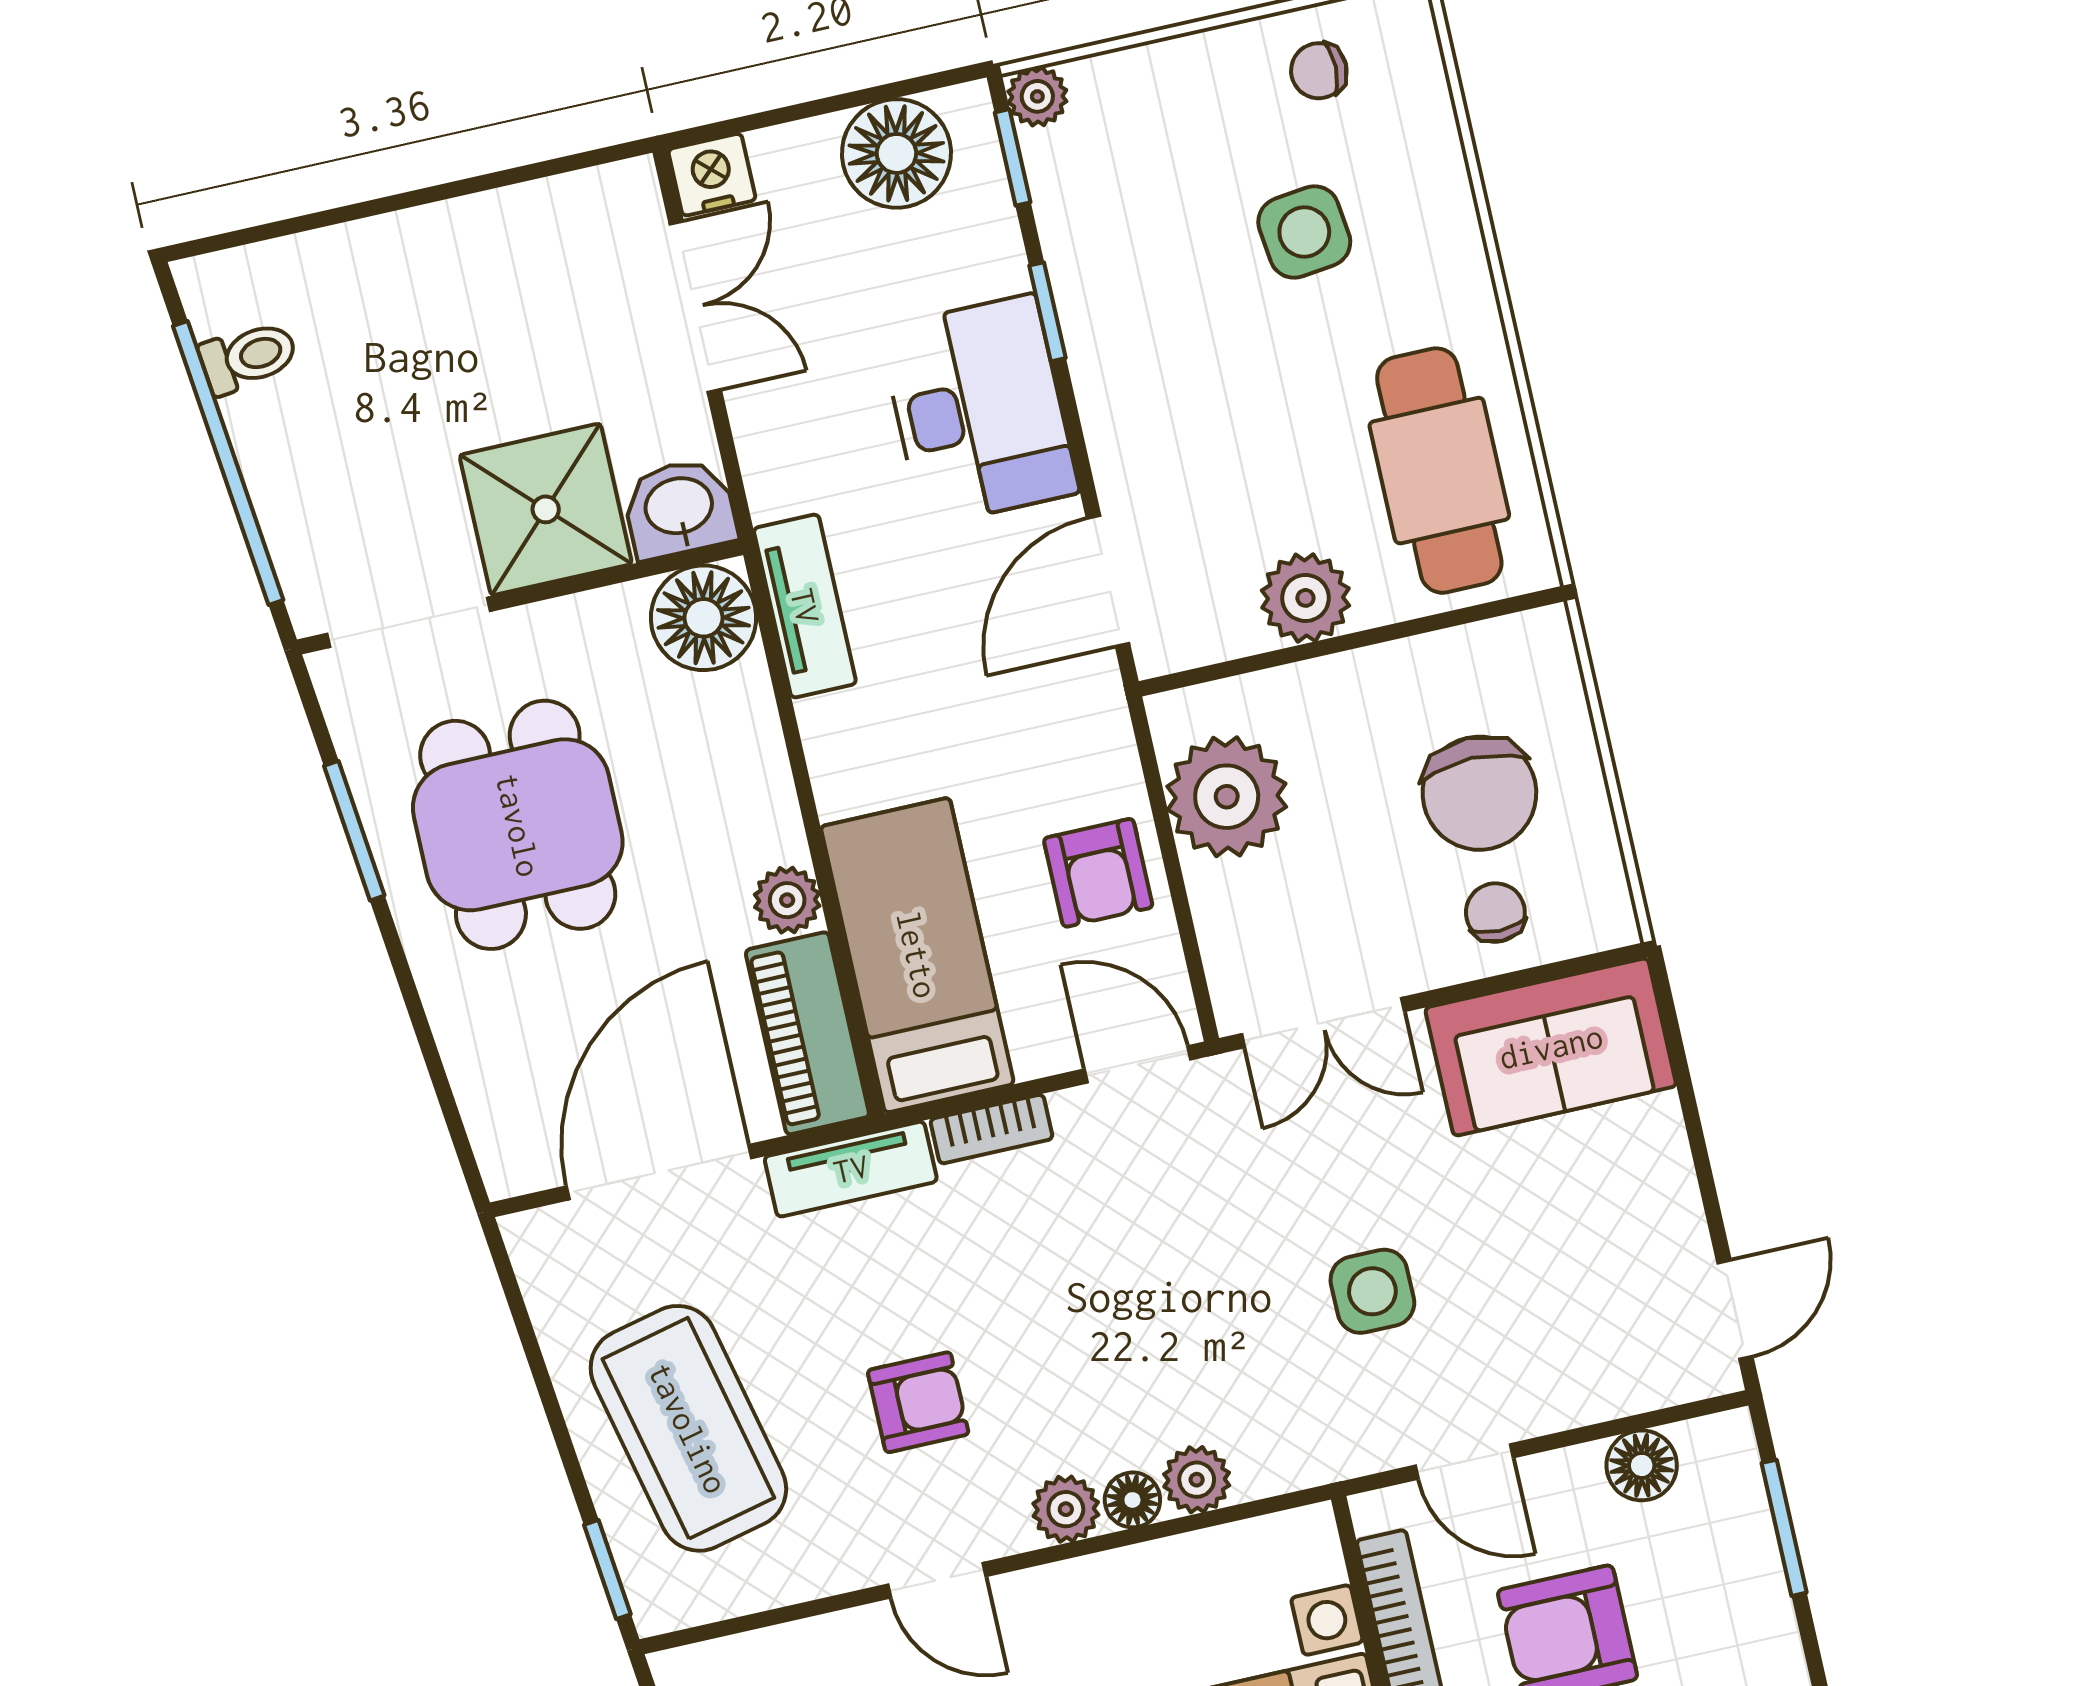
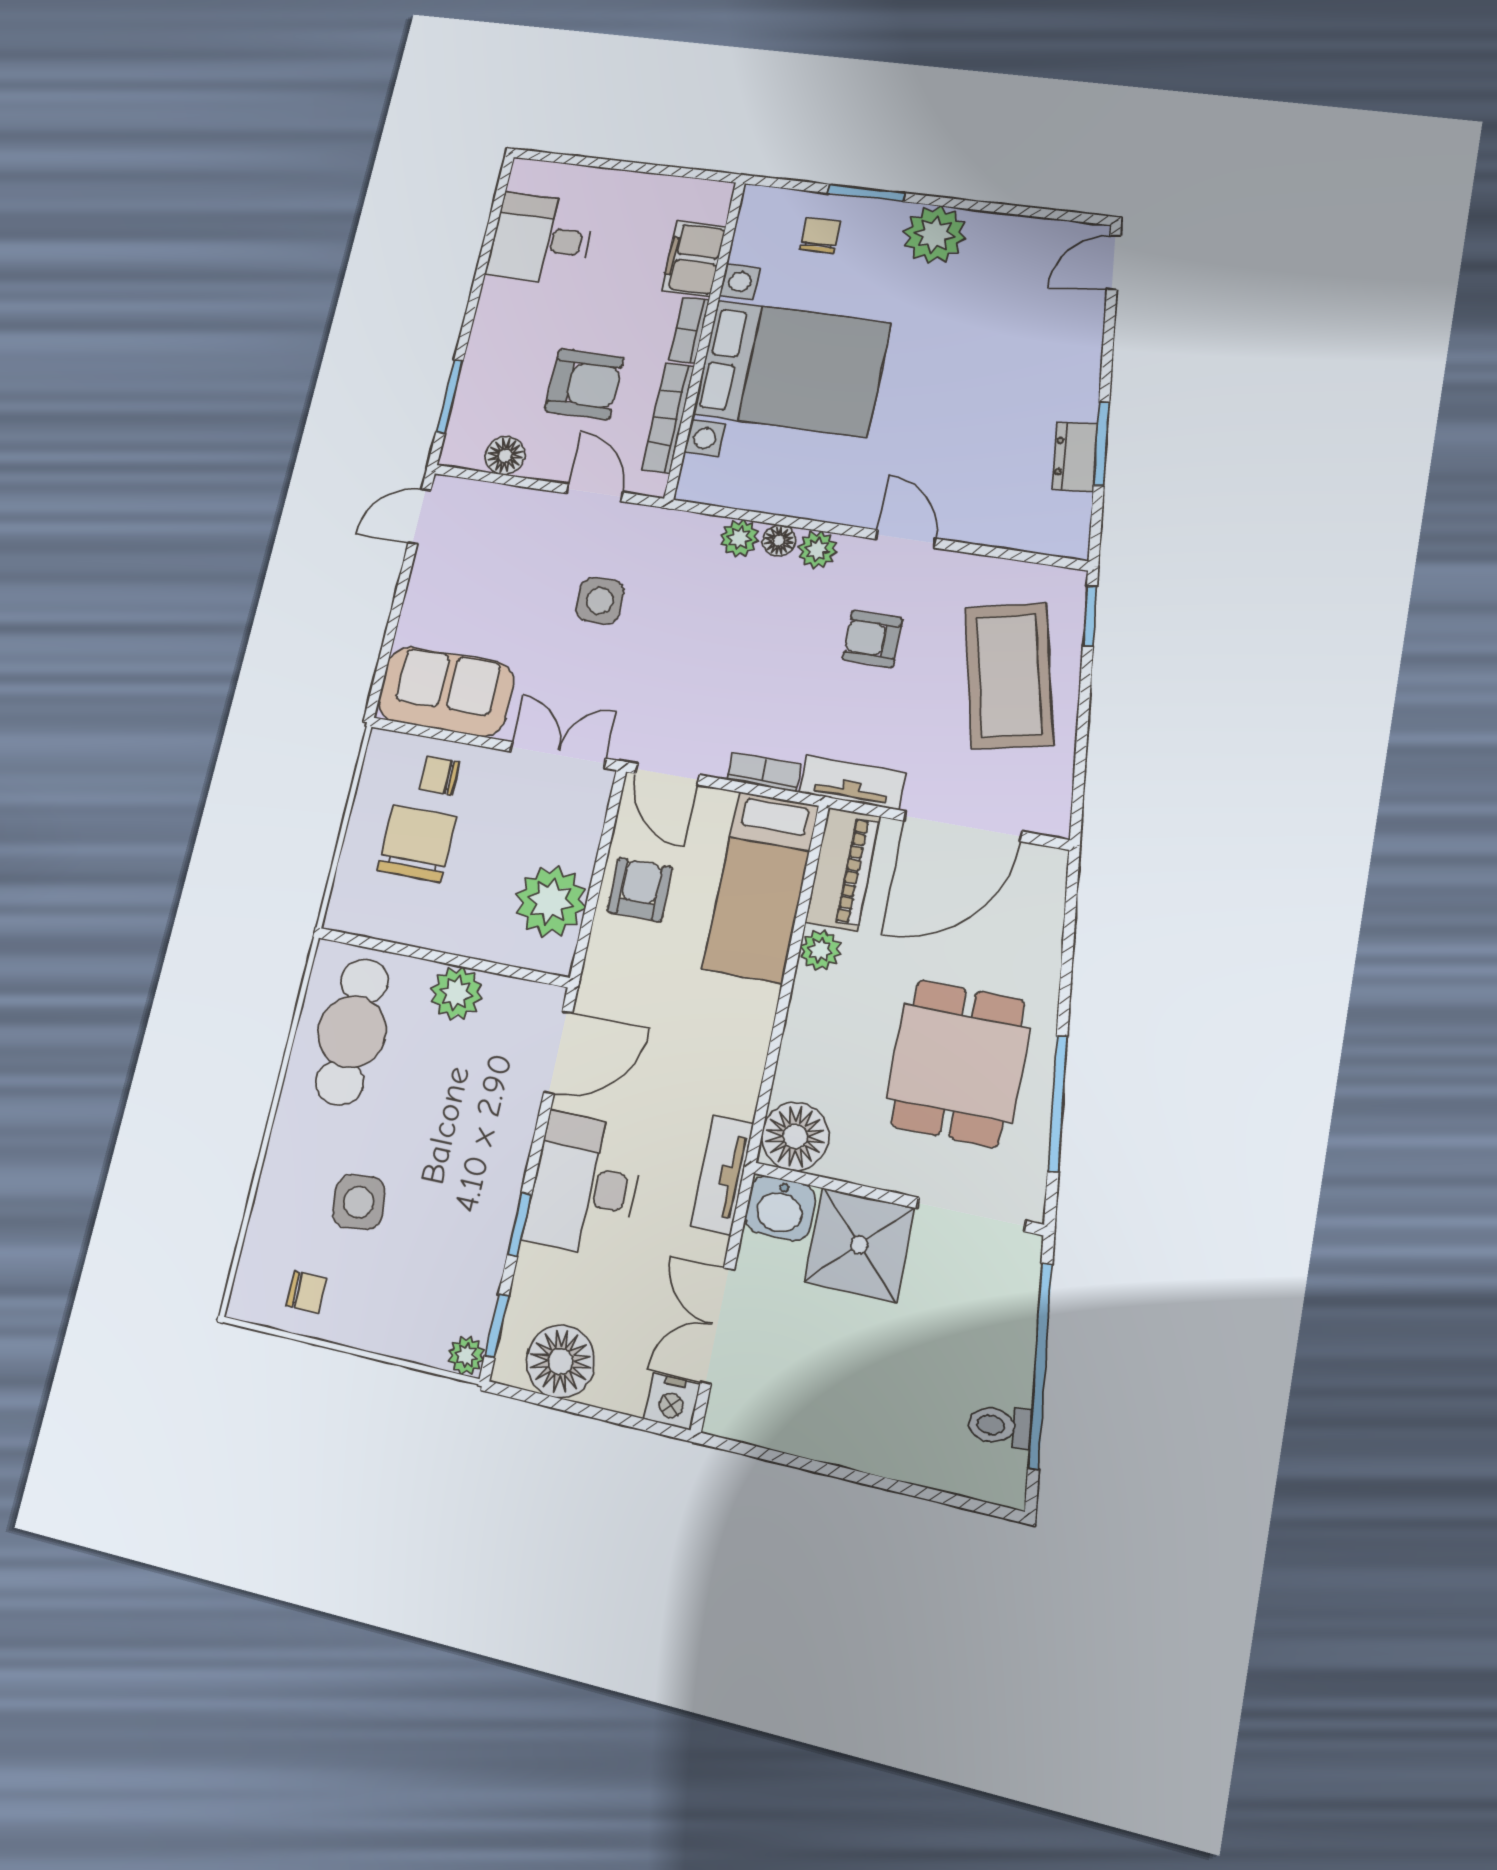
tv unit: (805, 606) -> (722, 1175), moved
window: (354, 831) -> (1058, 1103), width x1.44
chair: (1495, 913) -> (440, 776), turned 90

